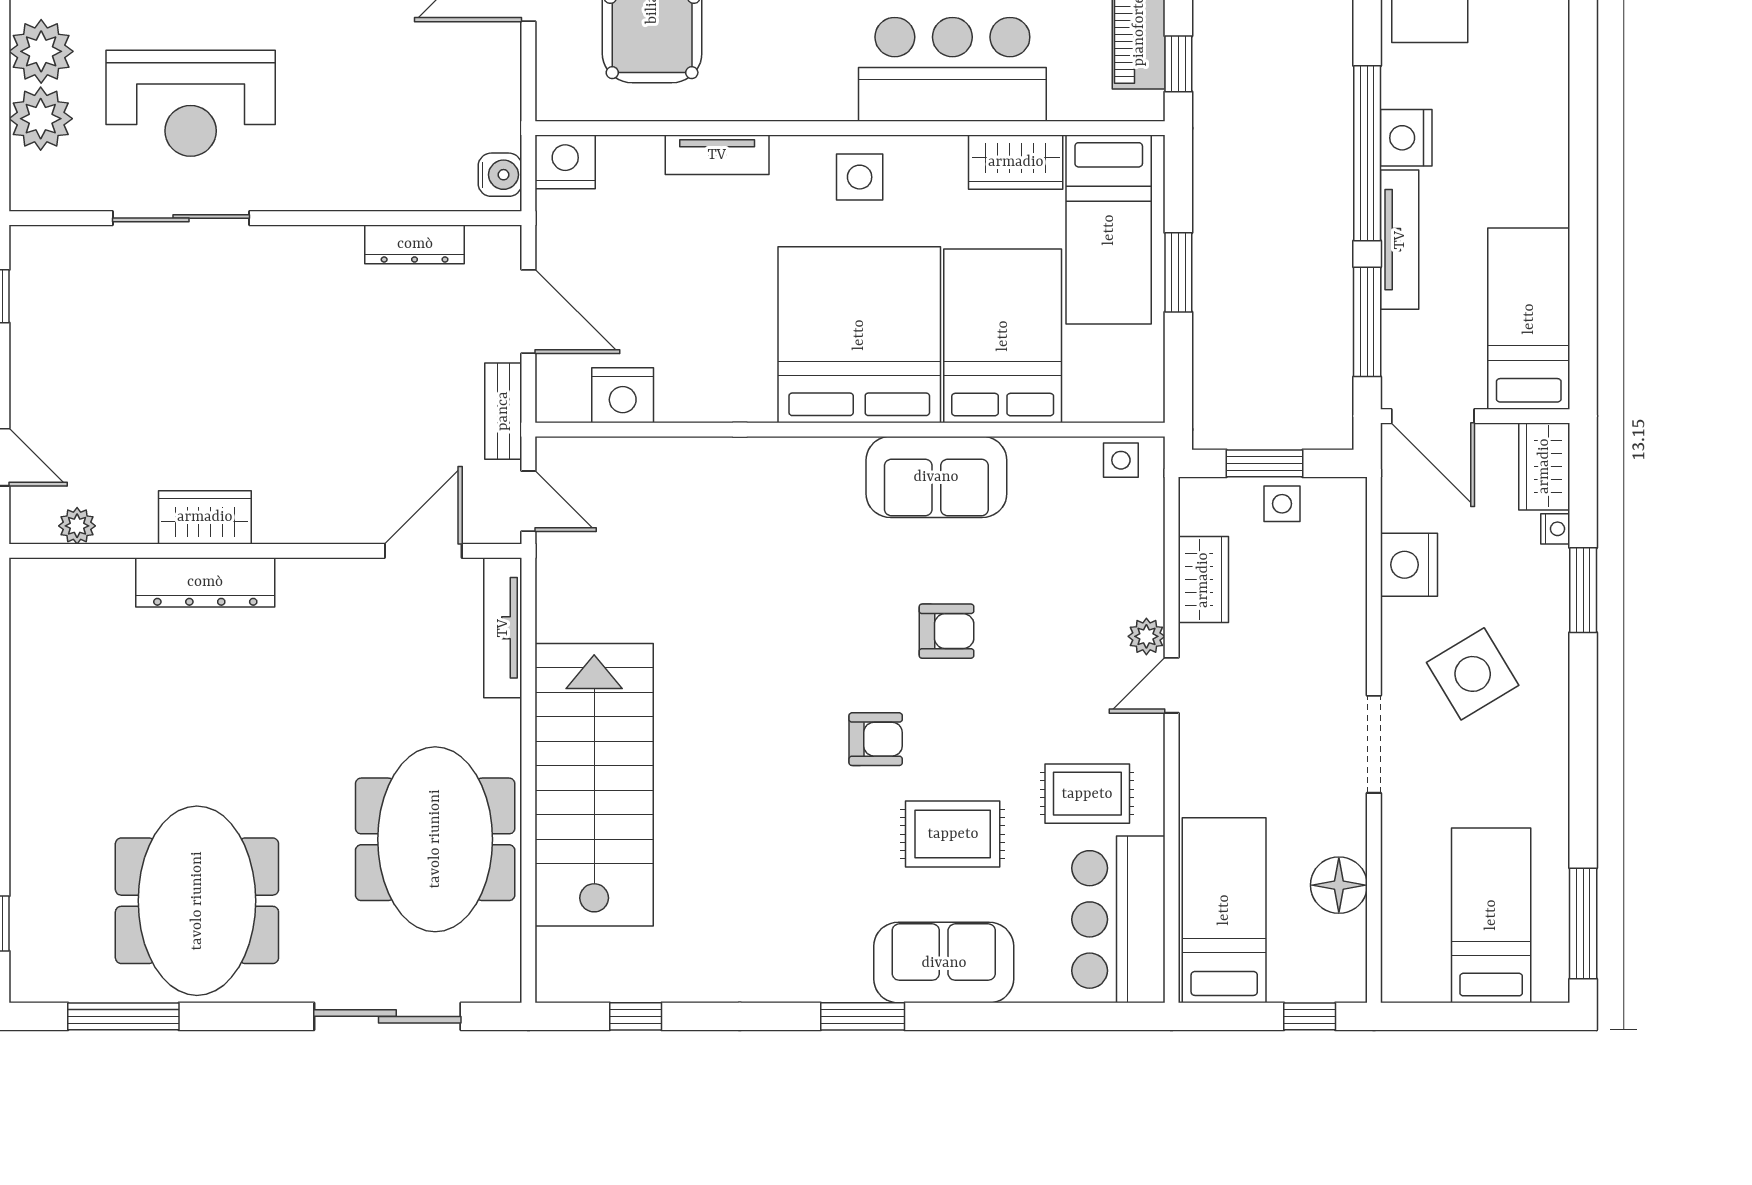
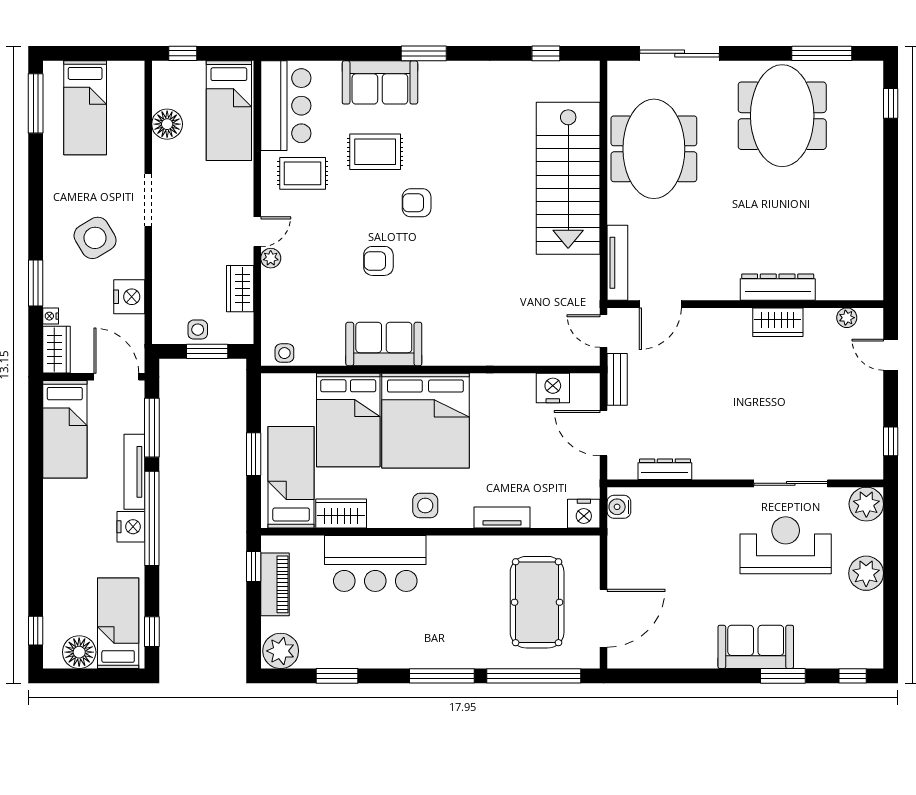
plant: (41, 119) -> (866, 504), moved

